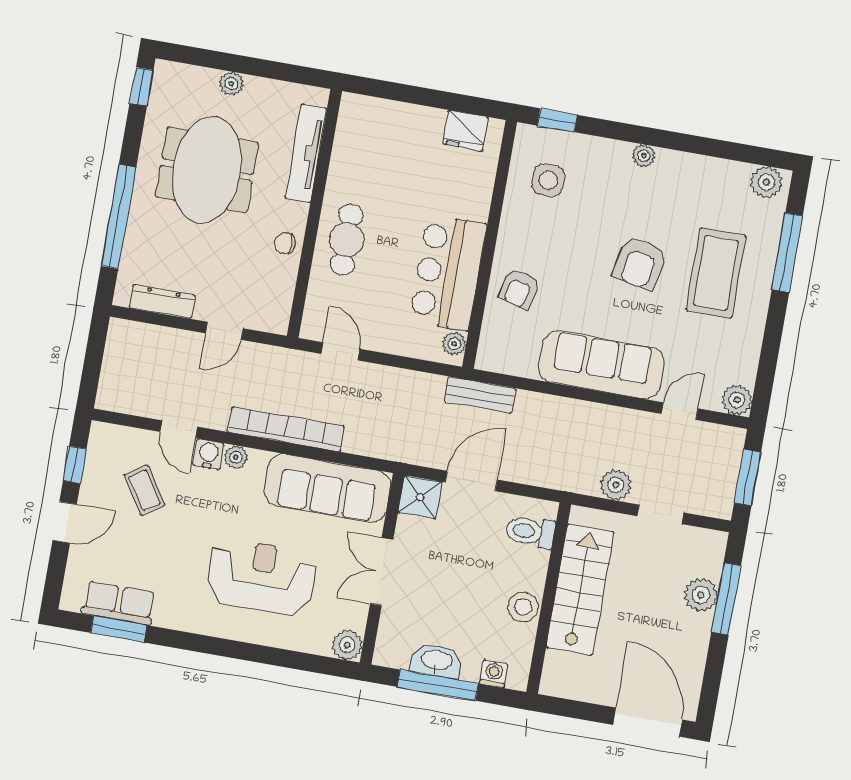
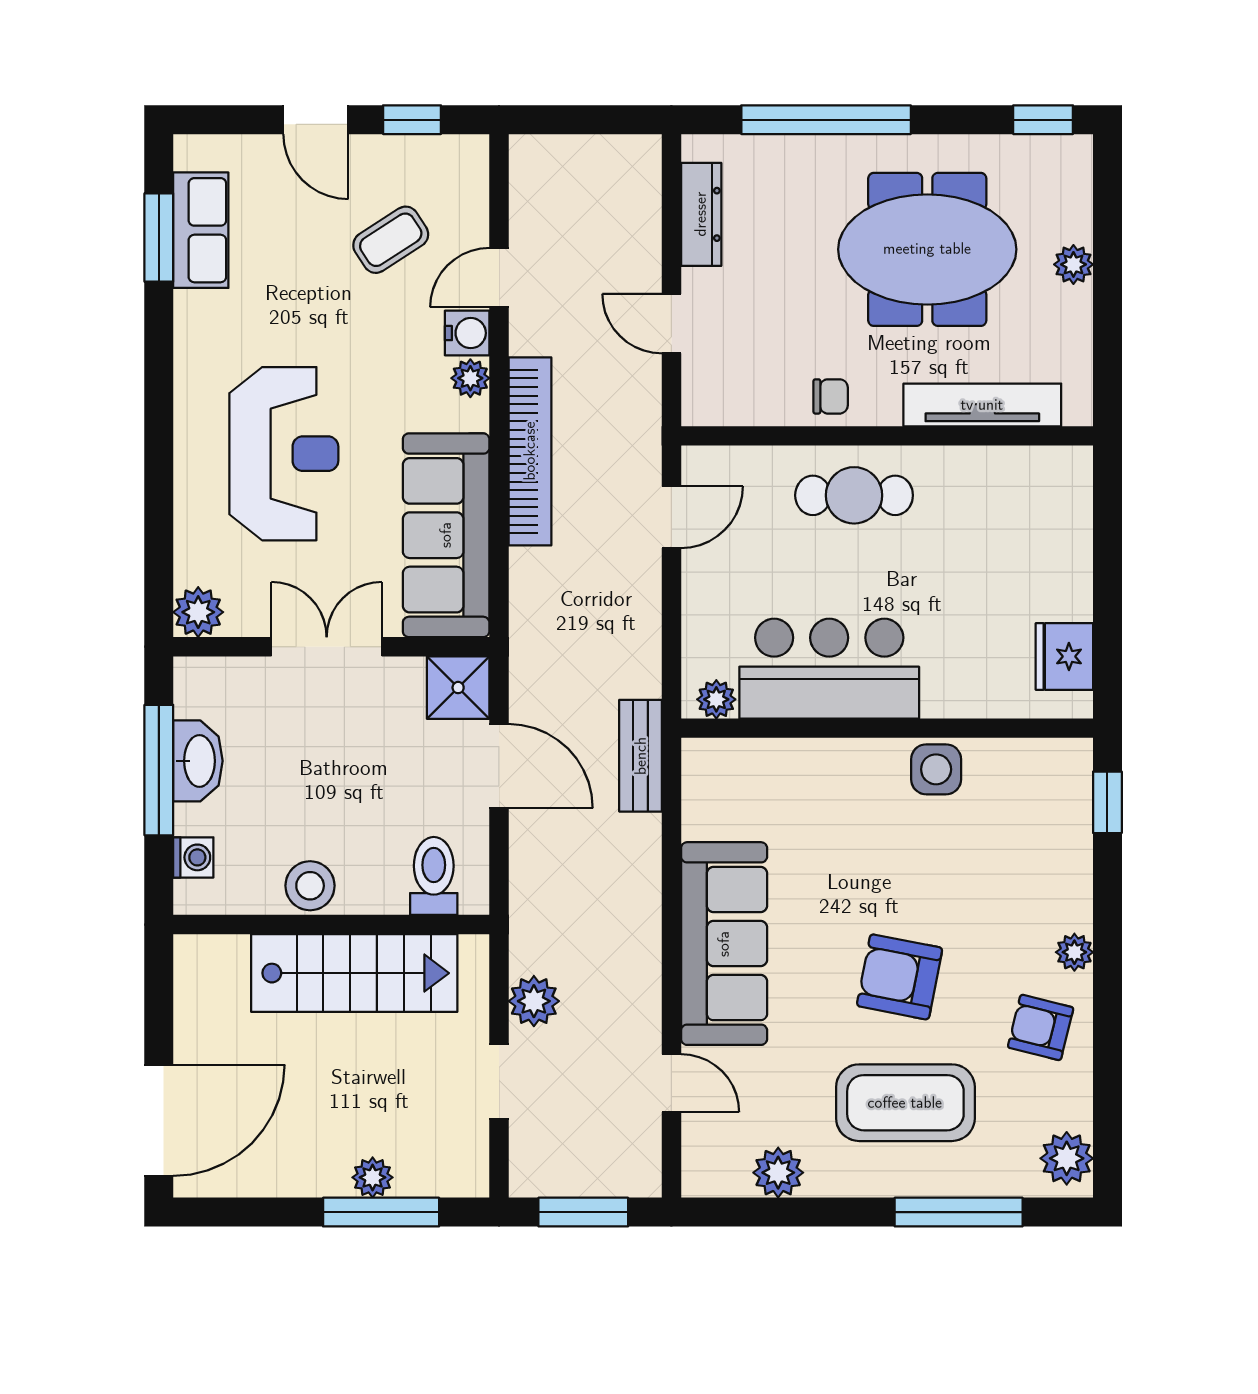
side table: (548, 180) -> (936, 769), moved
chair: (285, 243) -> (831, 396), turned 90
armchair: (519, 289) -> (1041, 1027), moved
plant: (737, 400) -> (778, 1173), moved
plant: (701, 595) -> (373, 1177), width x0.73, depth x0.73

